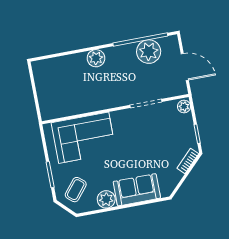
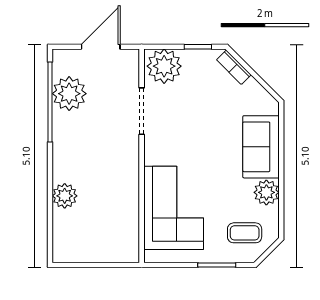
plant: (96, 58) -> (65, 196), moved
plant: (184, 107) -> (164, 66), width x1.88, depth x1.88
coffee table: (76, 190) -> (245, 233), turned -39

